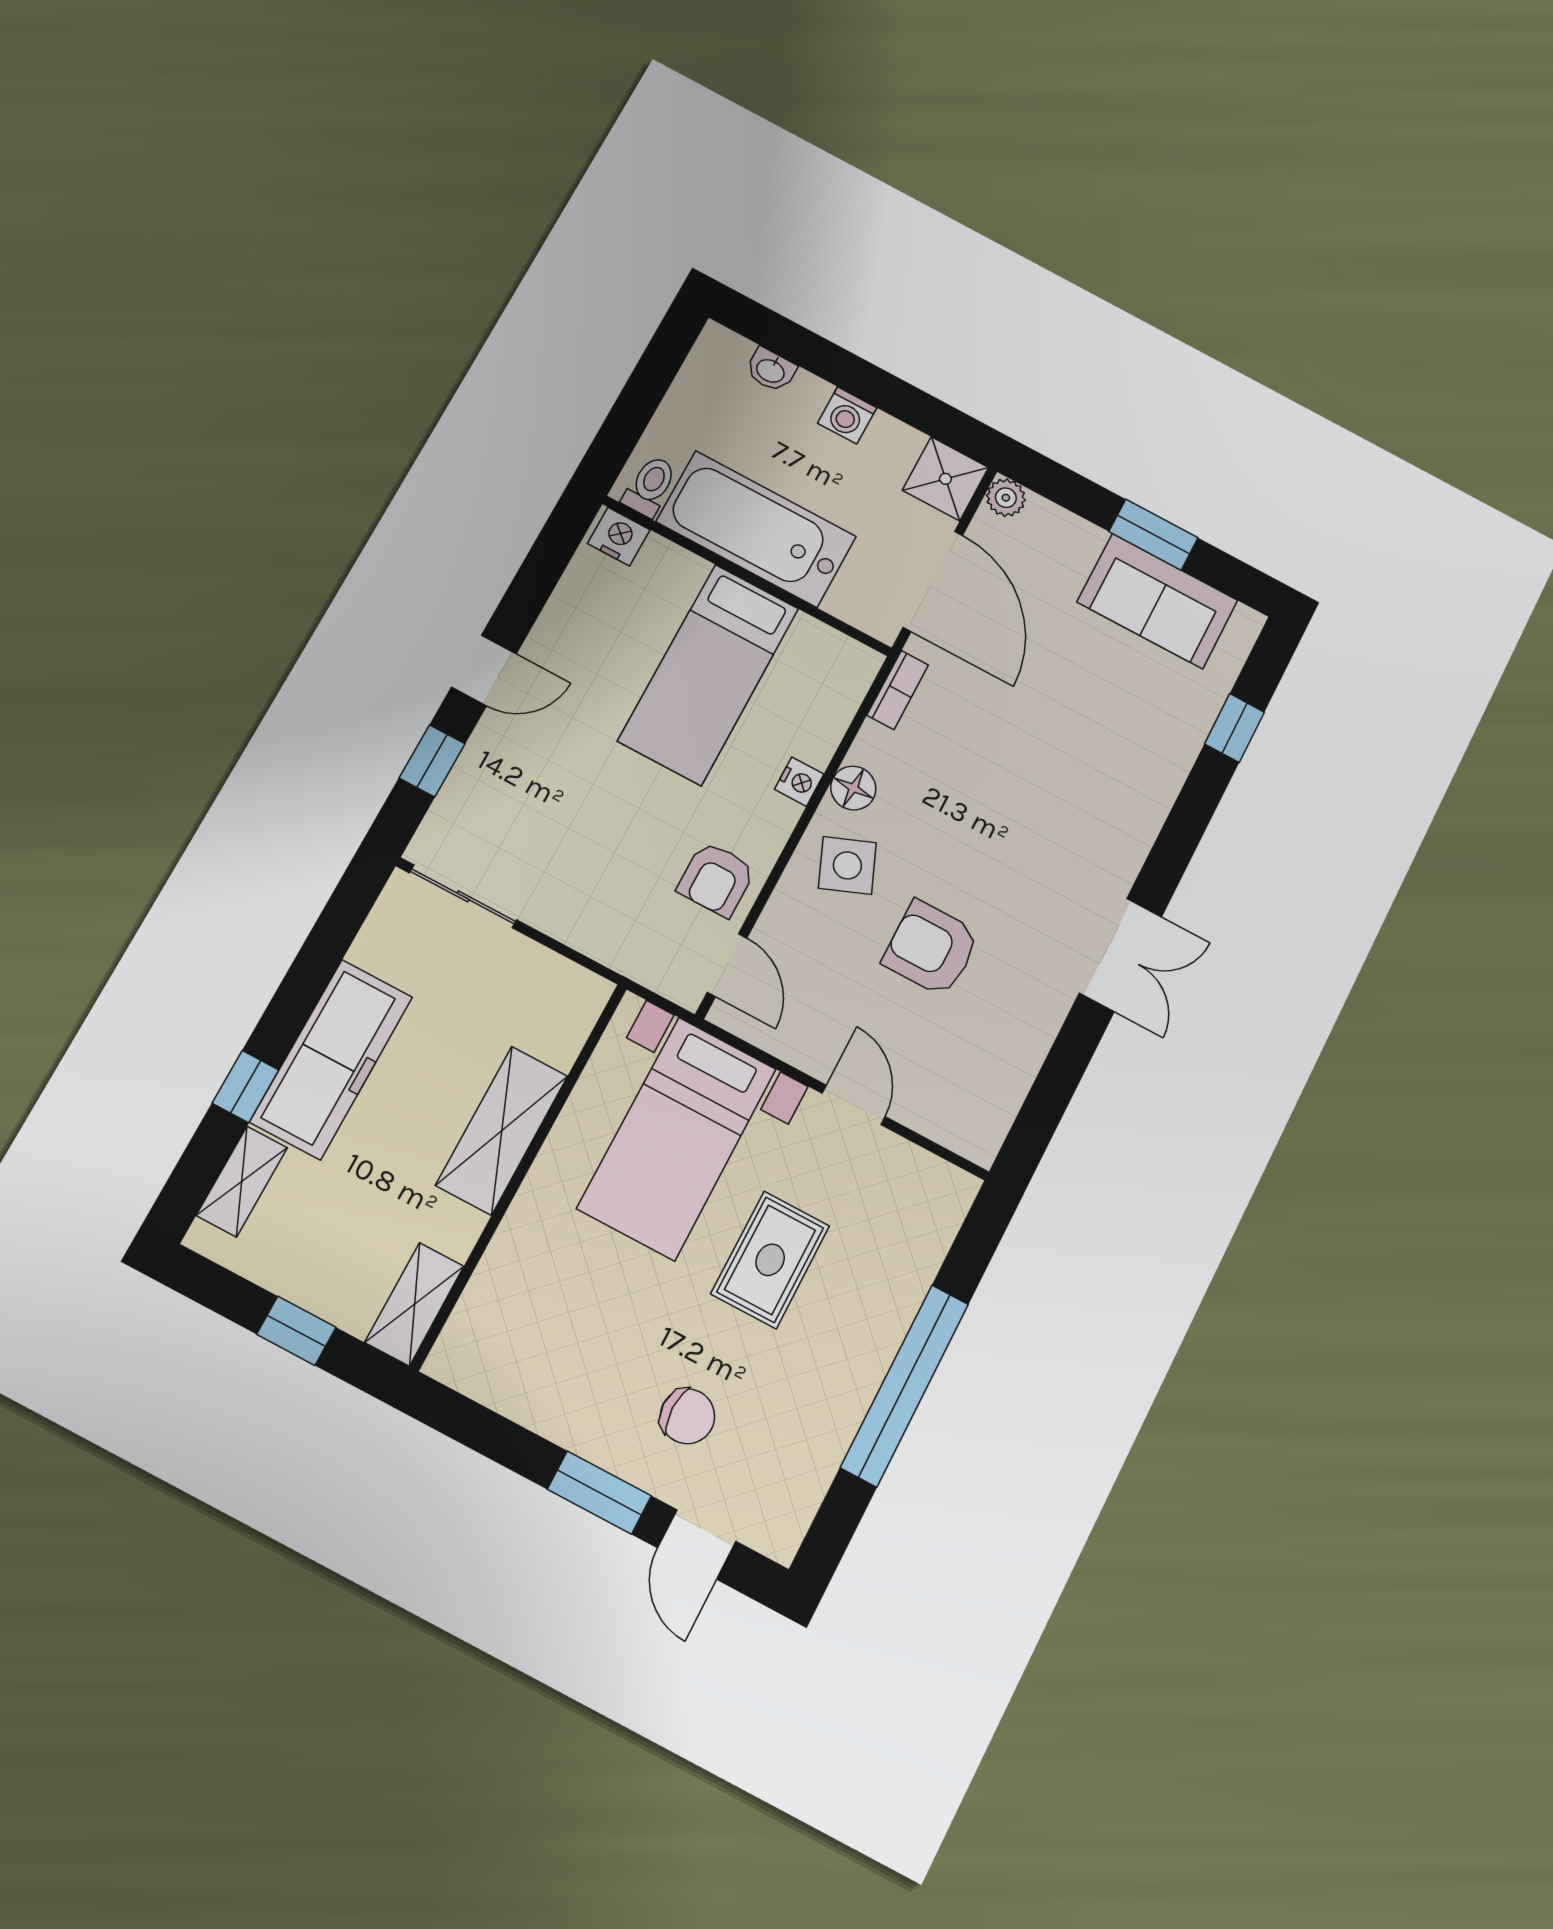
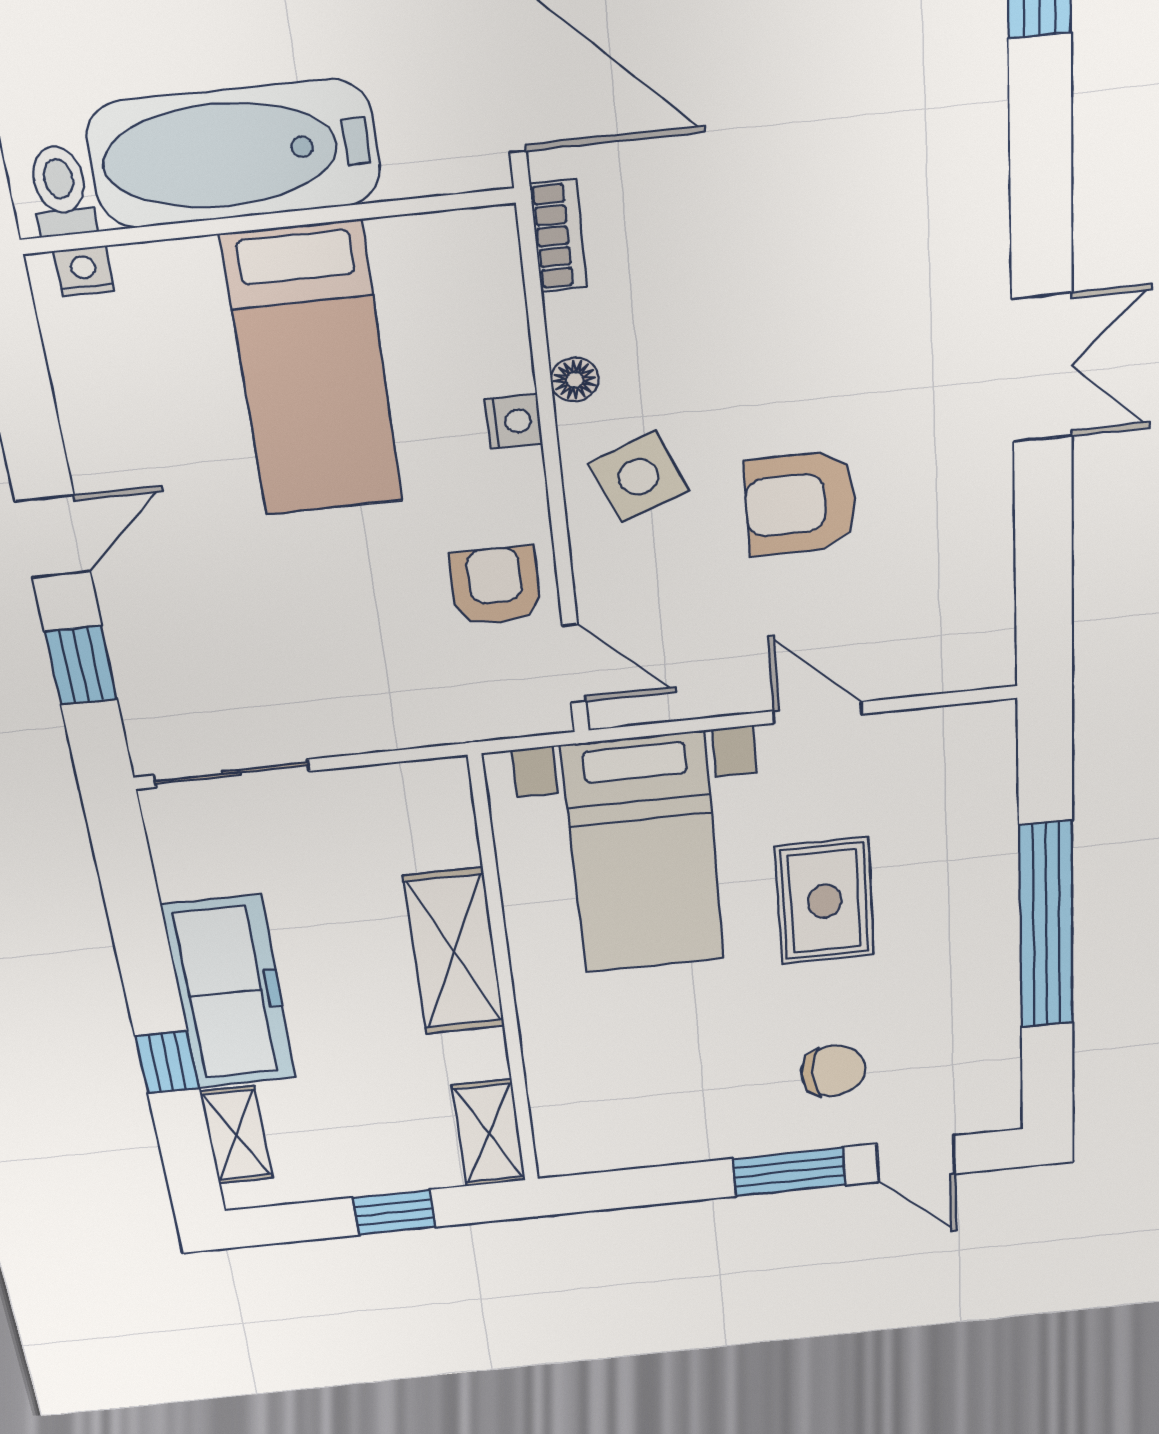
nightstand: (619, 537) -> (84, 271), width x0.72, depth x0.74
floor lamp: (853, 788) -> (575, 380), width x0.73, depth x0.73
armchair: (716, 879) -> (495, 586), turned 180

